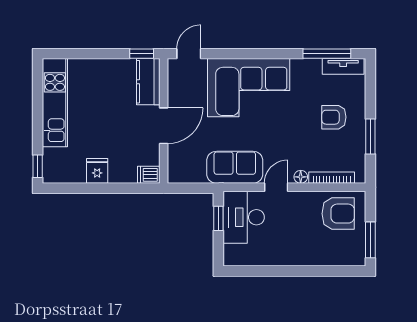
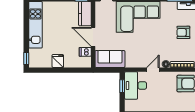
door: (164, 126) -> (93, 37), swing flipped
sofa: (235, 167) -> (110, 59), moved
dishwasher: (149, 175) -> (85, 52), moved

